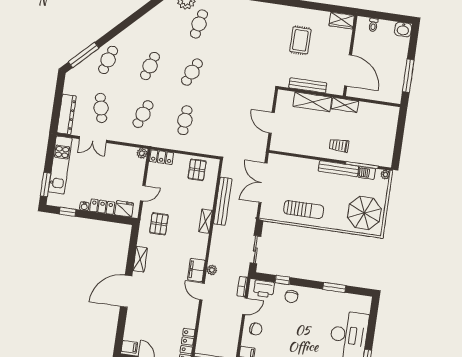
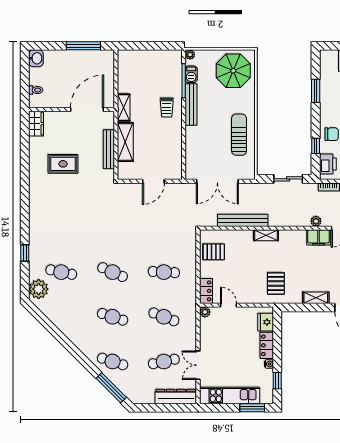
double door: (93, 139) -> (198, 365), swing flipped
door: (143, 193) -> (229, 305), moved
pallet: (159, 224) -> (276, 283), turned 90

